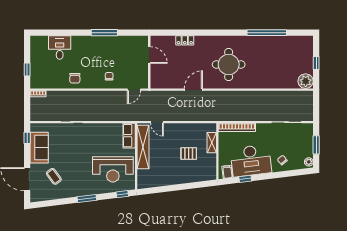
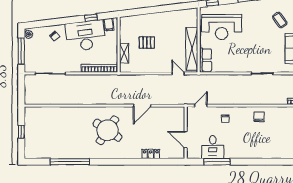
window: (104, 33) -> (217, 162), moved
desk: (60, 48) -> (213, 147), moved
round table: (229, 64) -> (107, 130), turned 34
plant: (306, 81) -> (32, 114), removed
window: (316, 145) -> (21, 51), width x1.44
reception desk: (113, 169) -> (222, 27), turned 180

